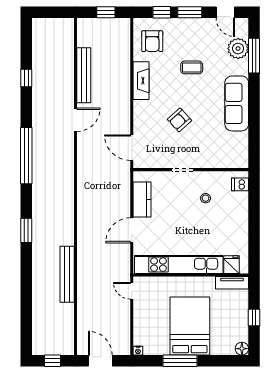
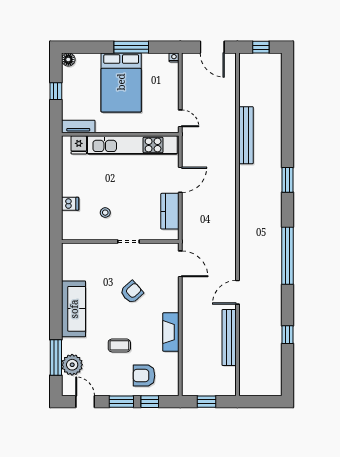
armchair: (152, 41) -> (144, 376), moved, turned -90
dishwasher: (240, 184) -> (70, 204), moved

